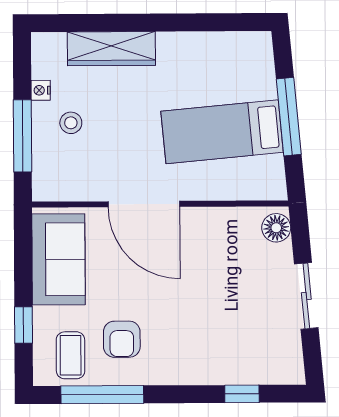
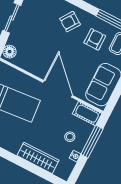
cot: (61, 186) -> (87, 114), added
armchair: (189, 349) -> (70, 22), added

